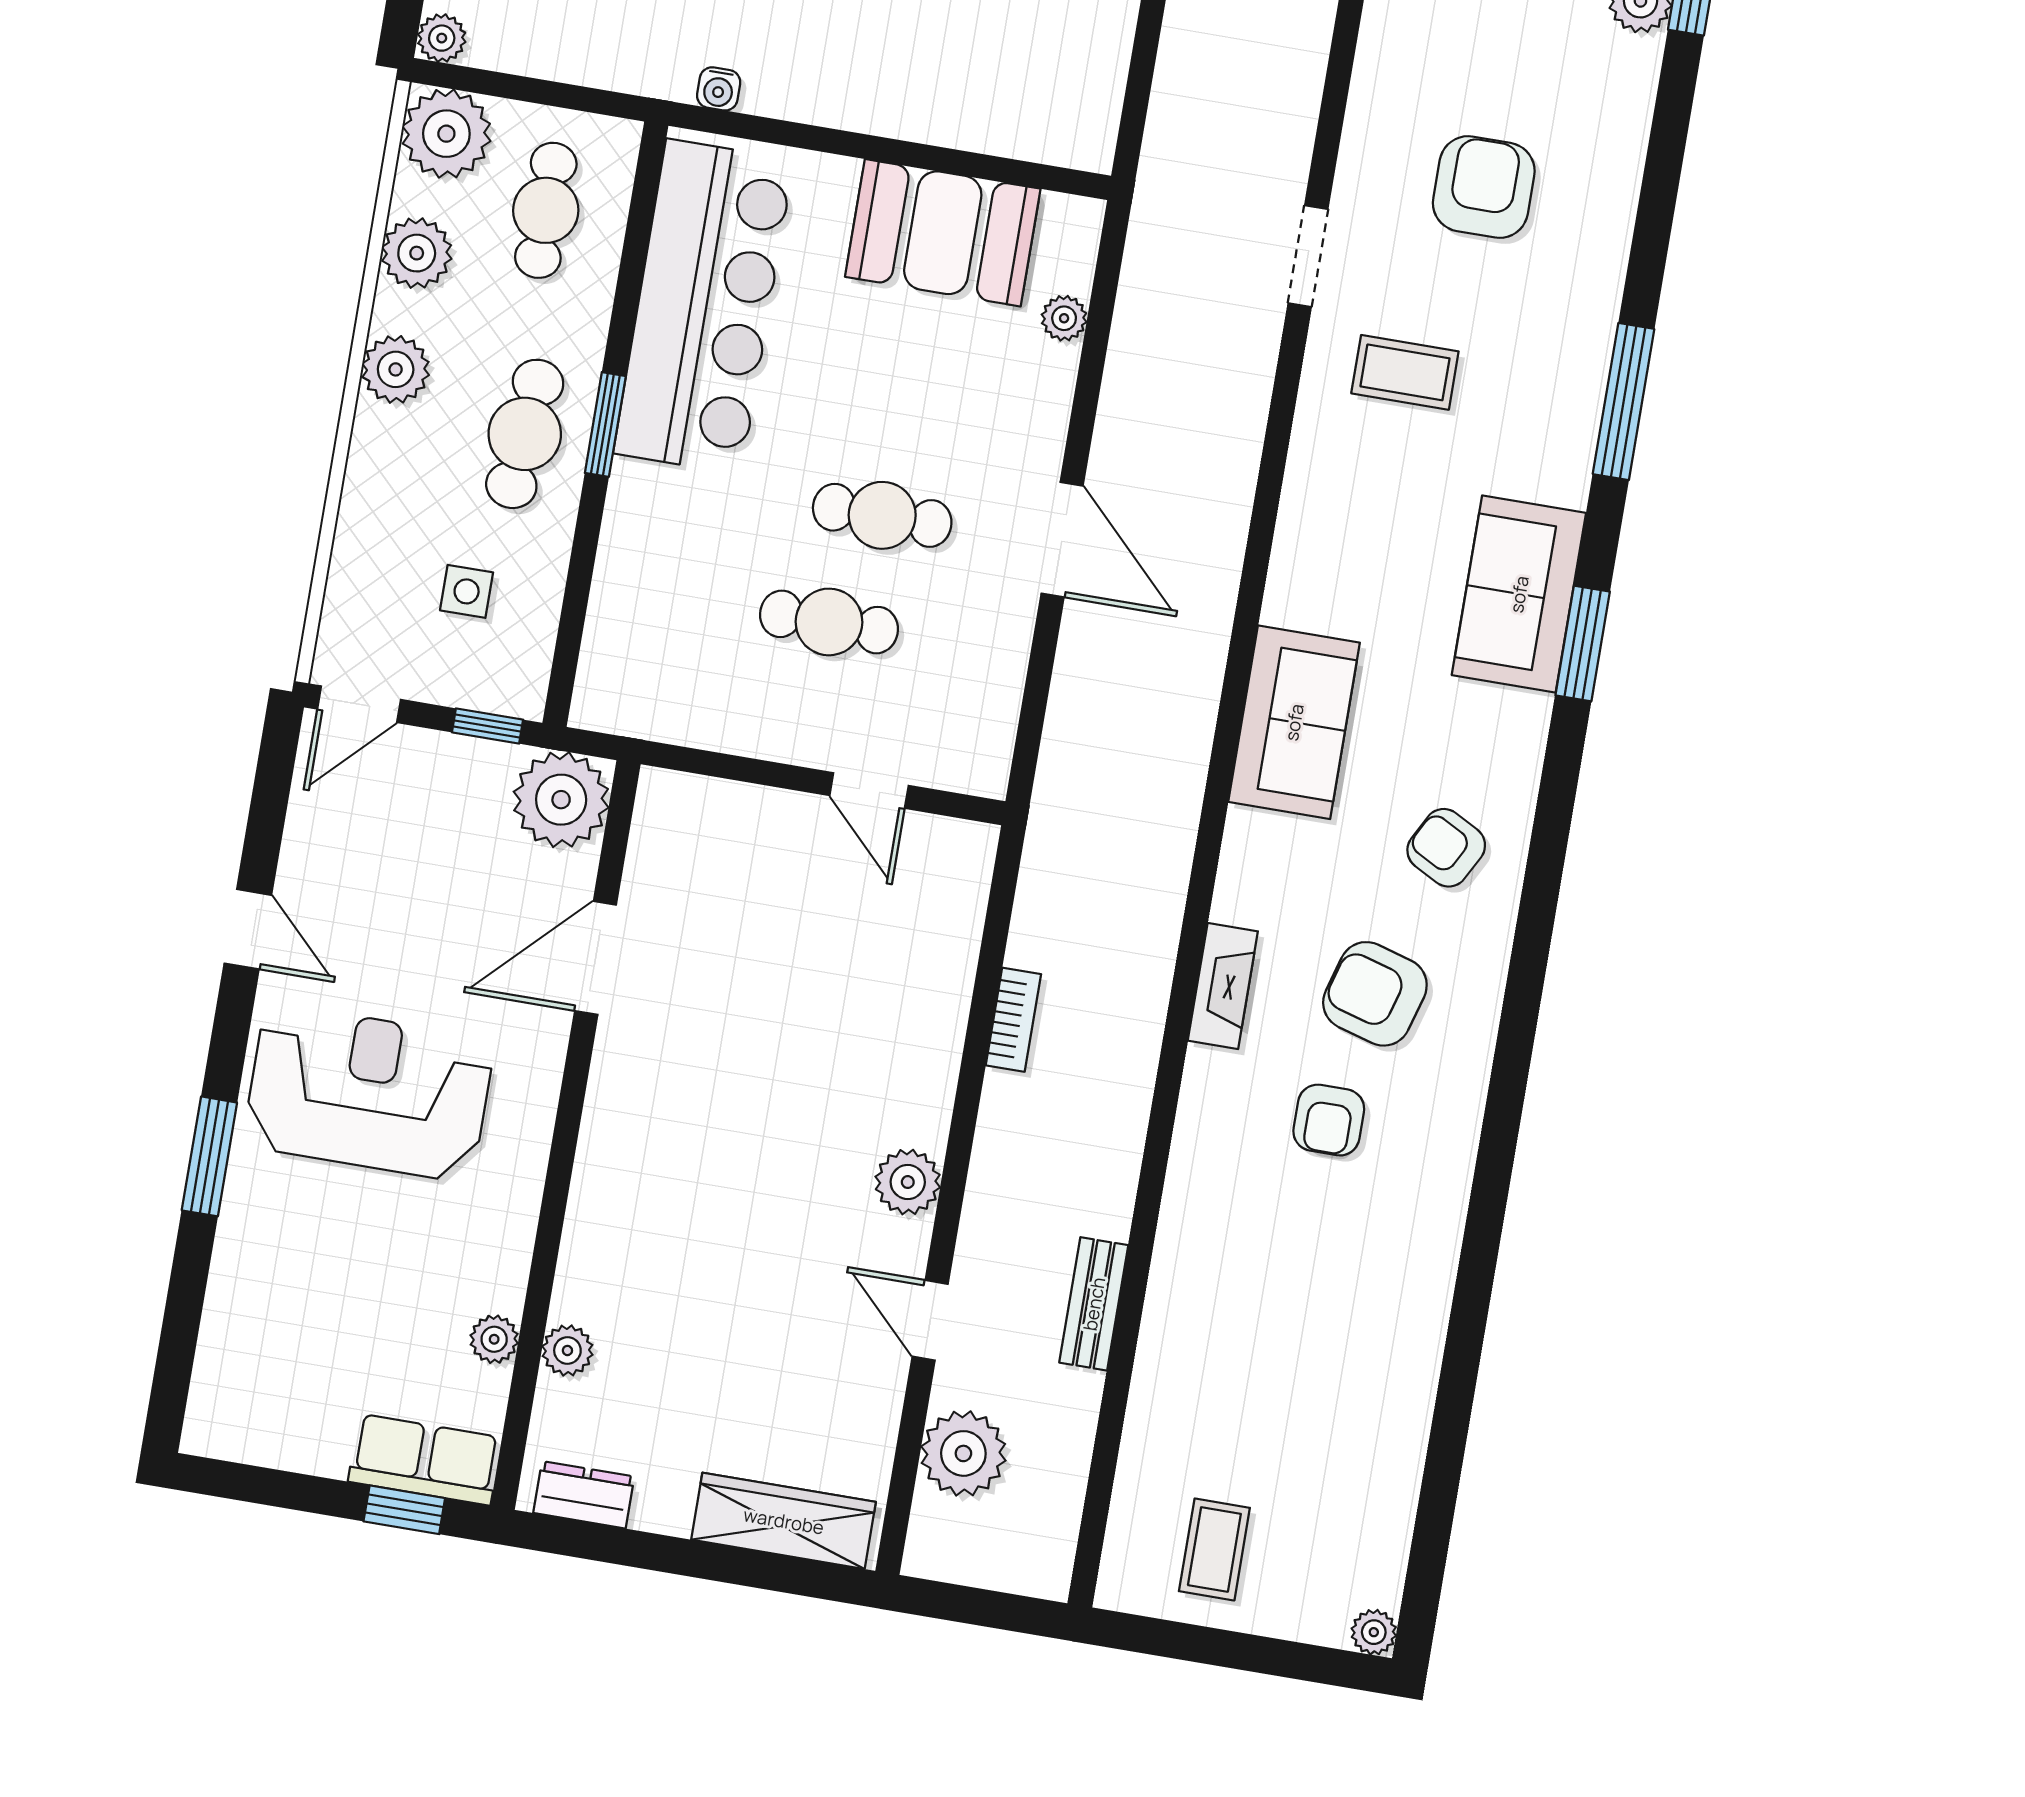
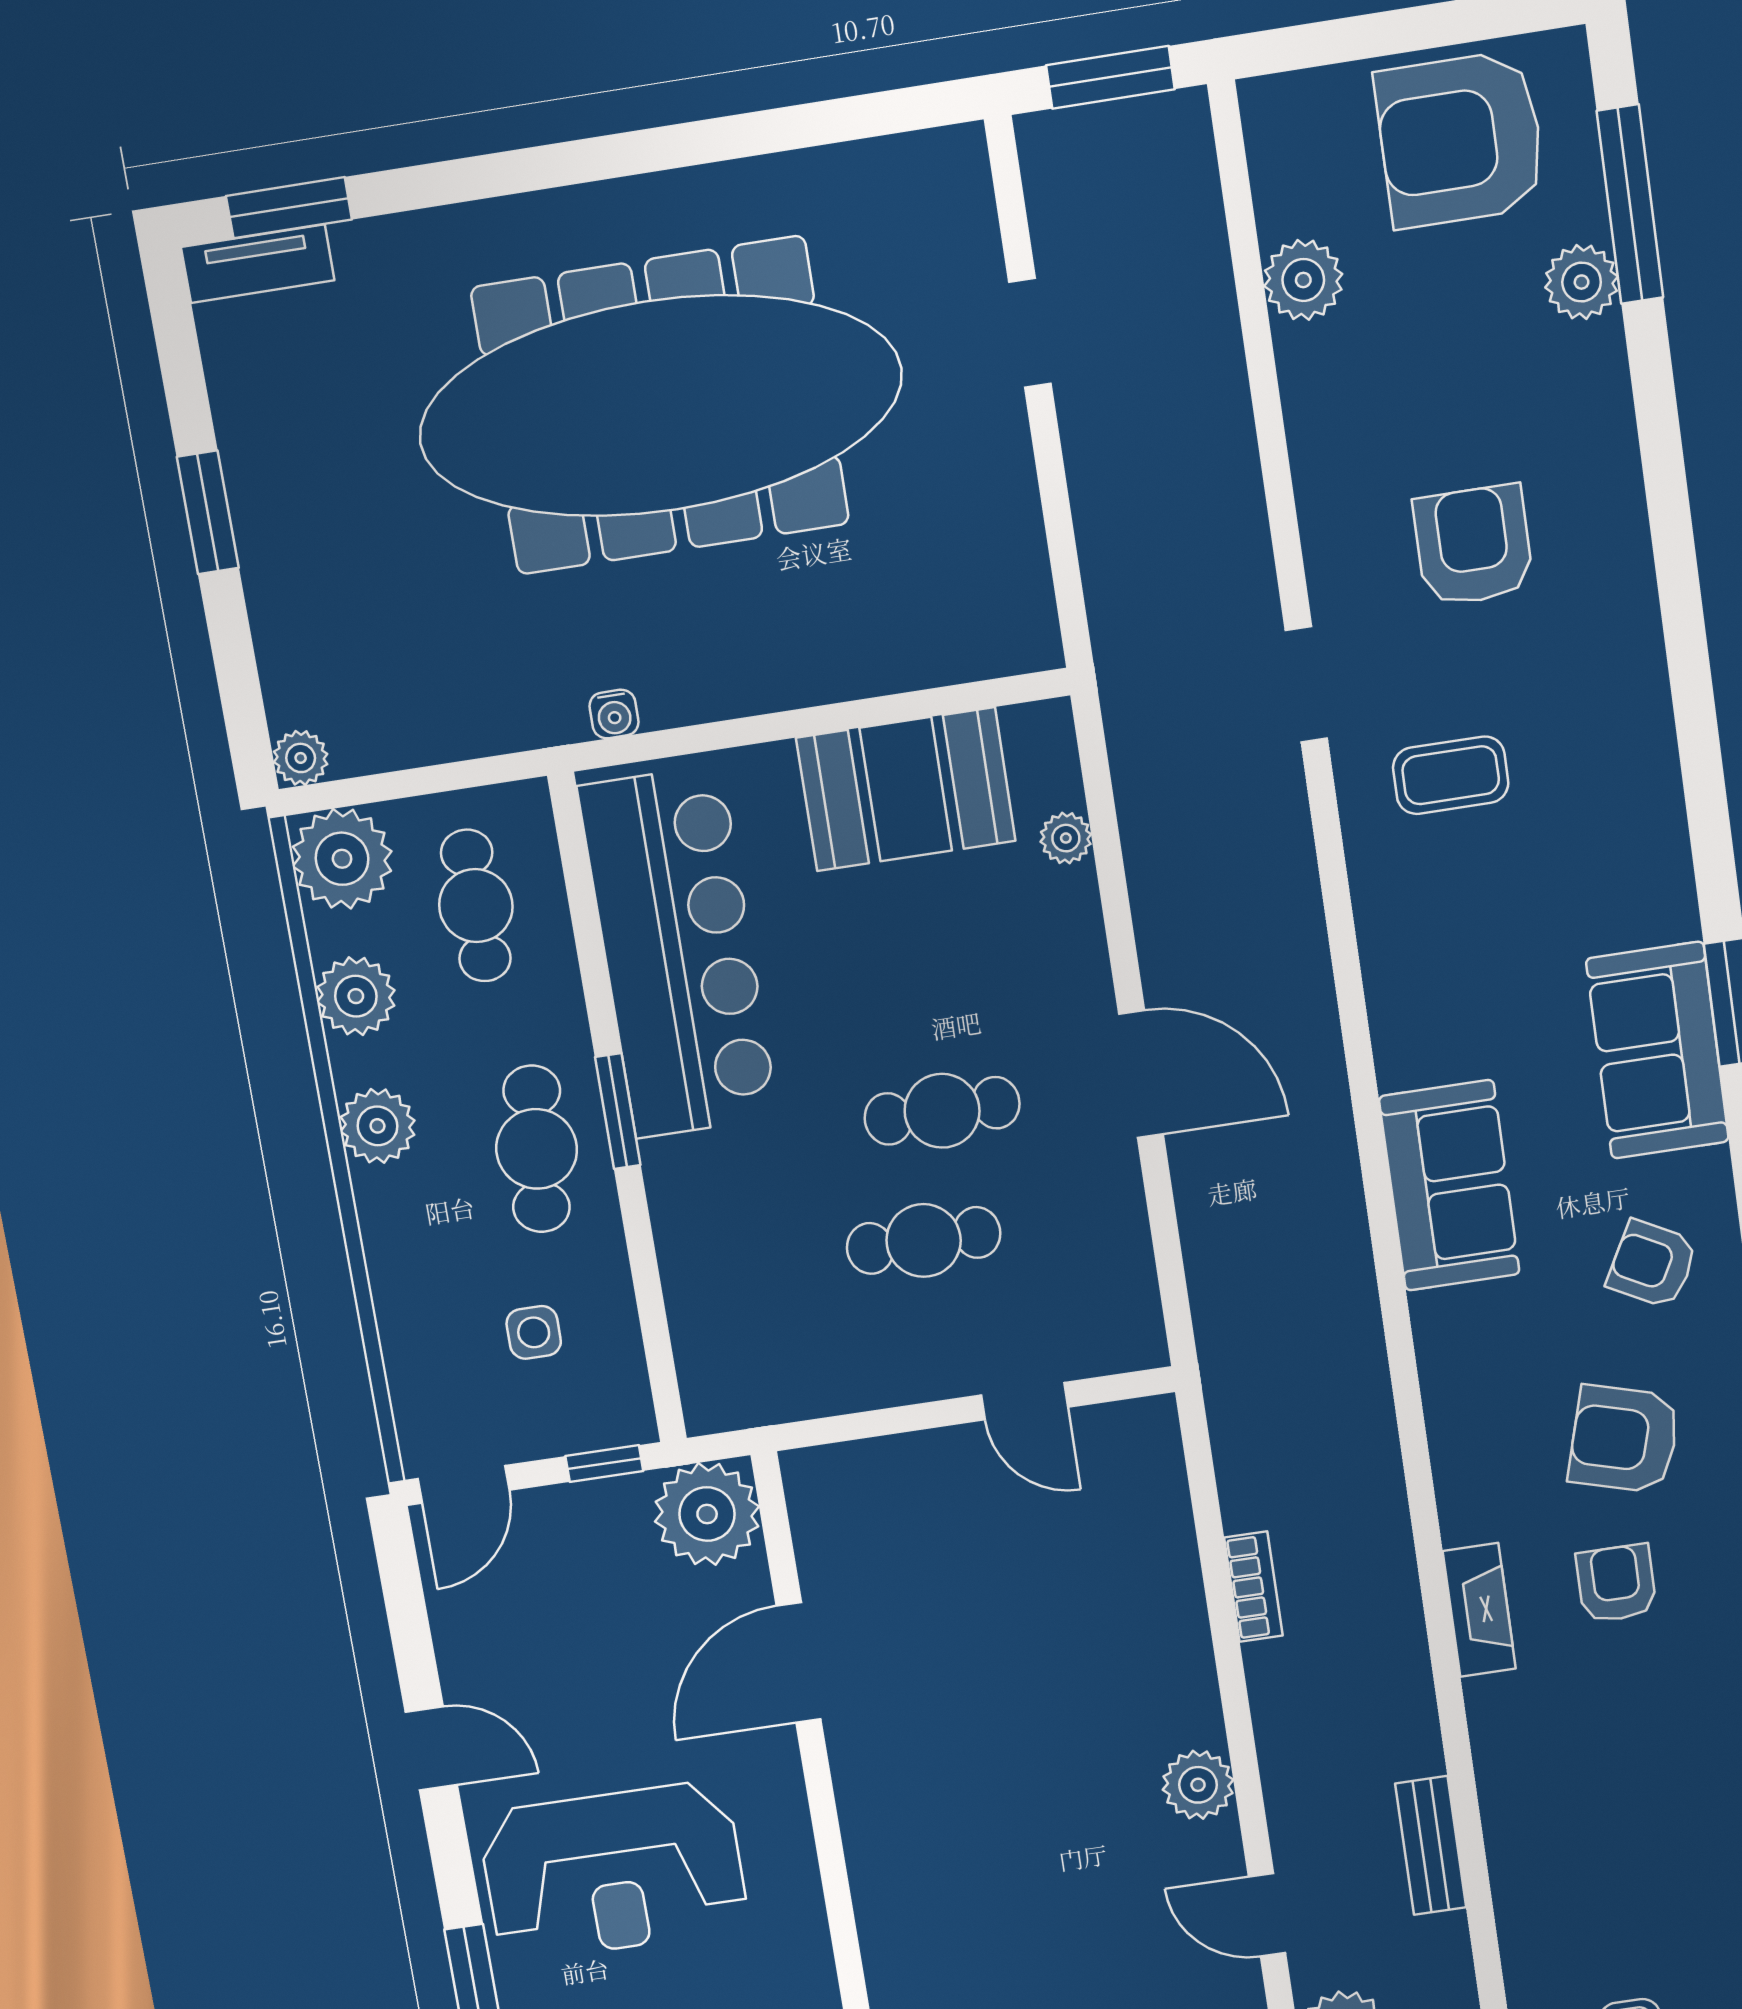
window: (1624, 402) -> (1697, 729), removed
sofa: (1519, 594) -> (1657, 1050), moved
fireplace: (1223, 986) -> (1479, 1610), moved
reception desk: (369, 1093) -> (613, 1871), turned 180
armchair: (1329, 1120) -> (1616, 1583), turned 180

